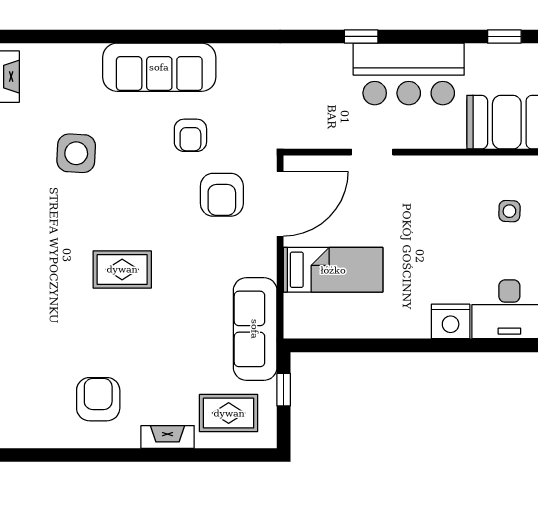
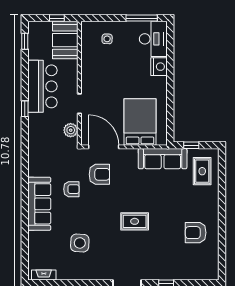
plant: (316, 134) -> (71, 130), added
rug: (122, 269) -> (135, 221), turned 90
bed: (333, 270) -> (140, 122), width x1.50
fireplace: (168, 437) -> (213, 200), removed

